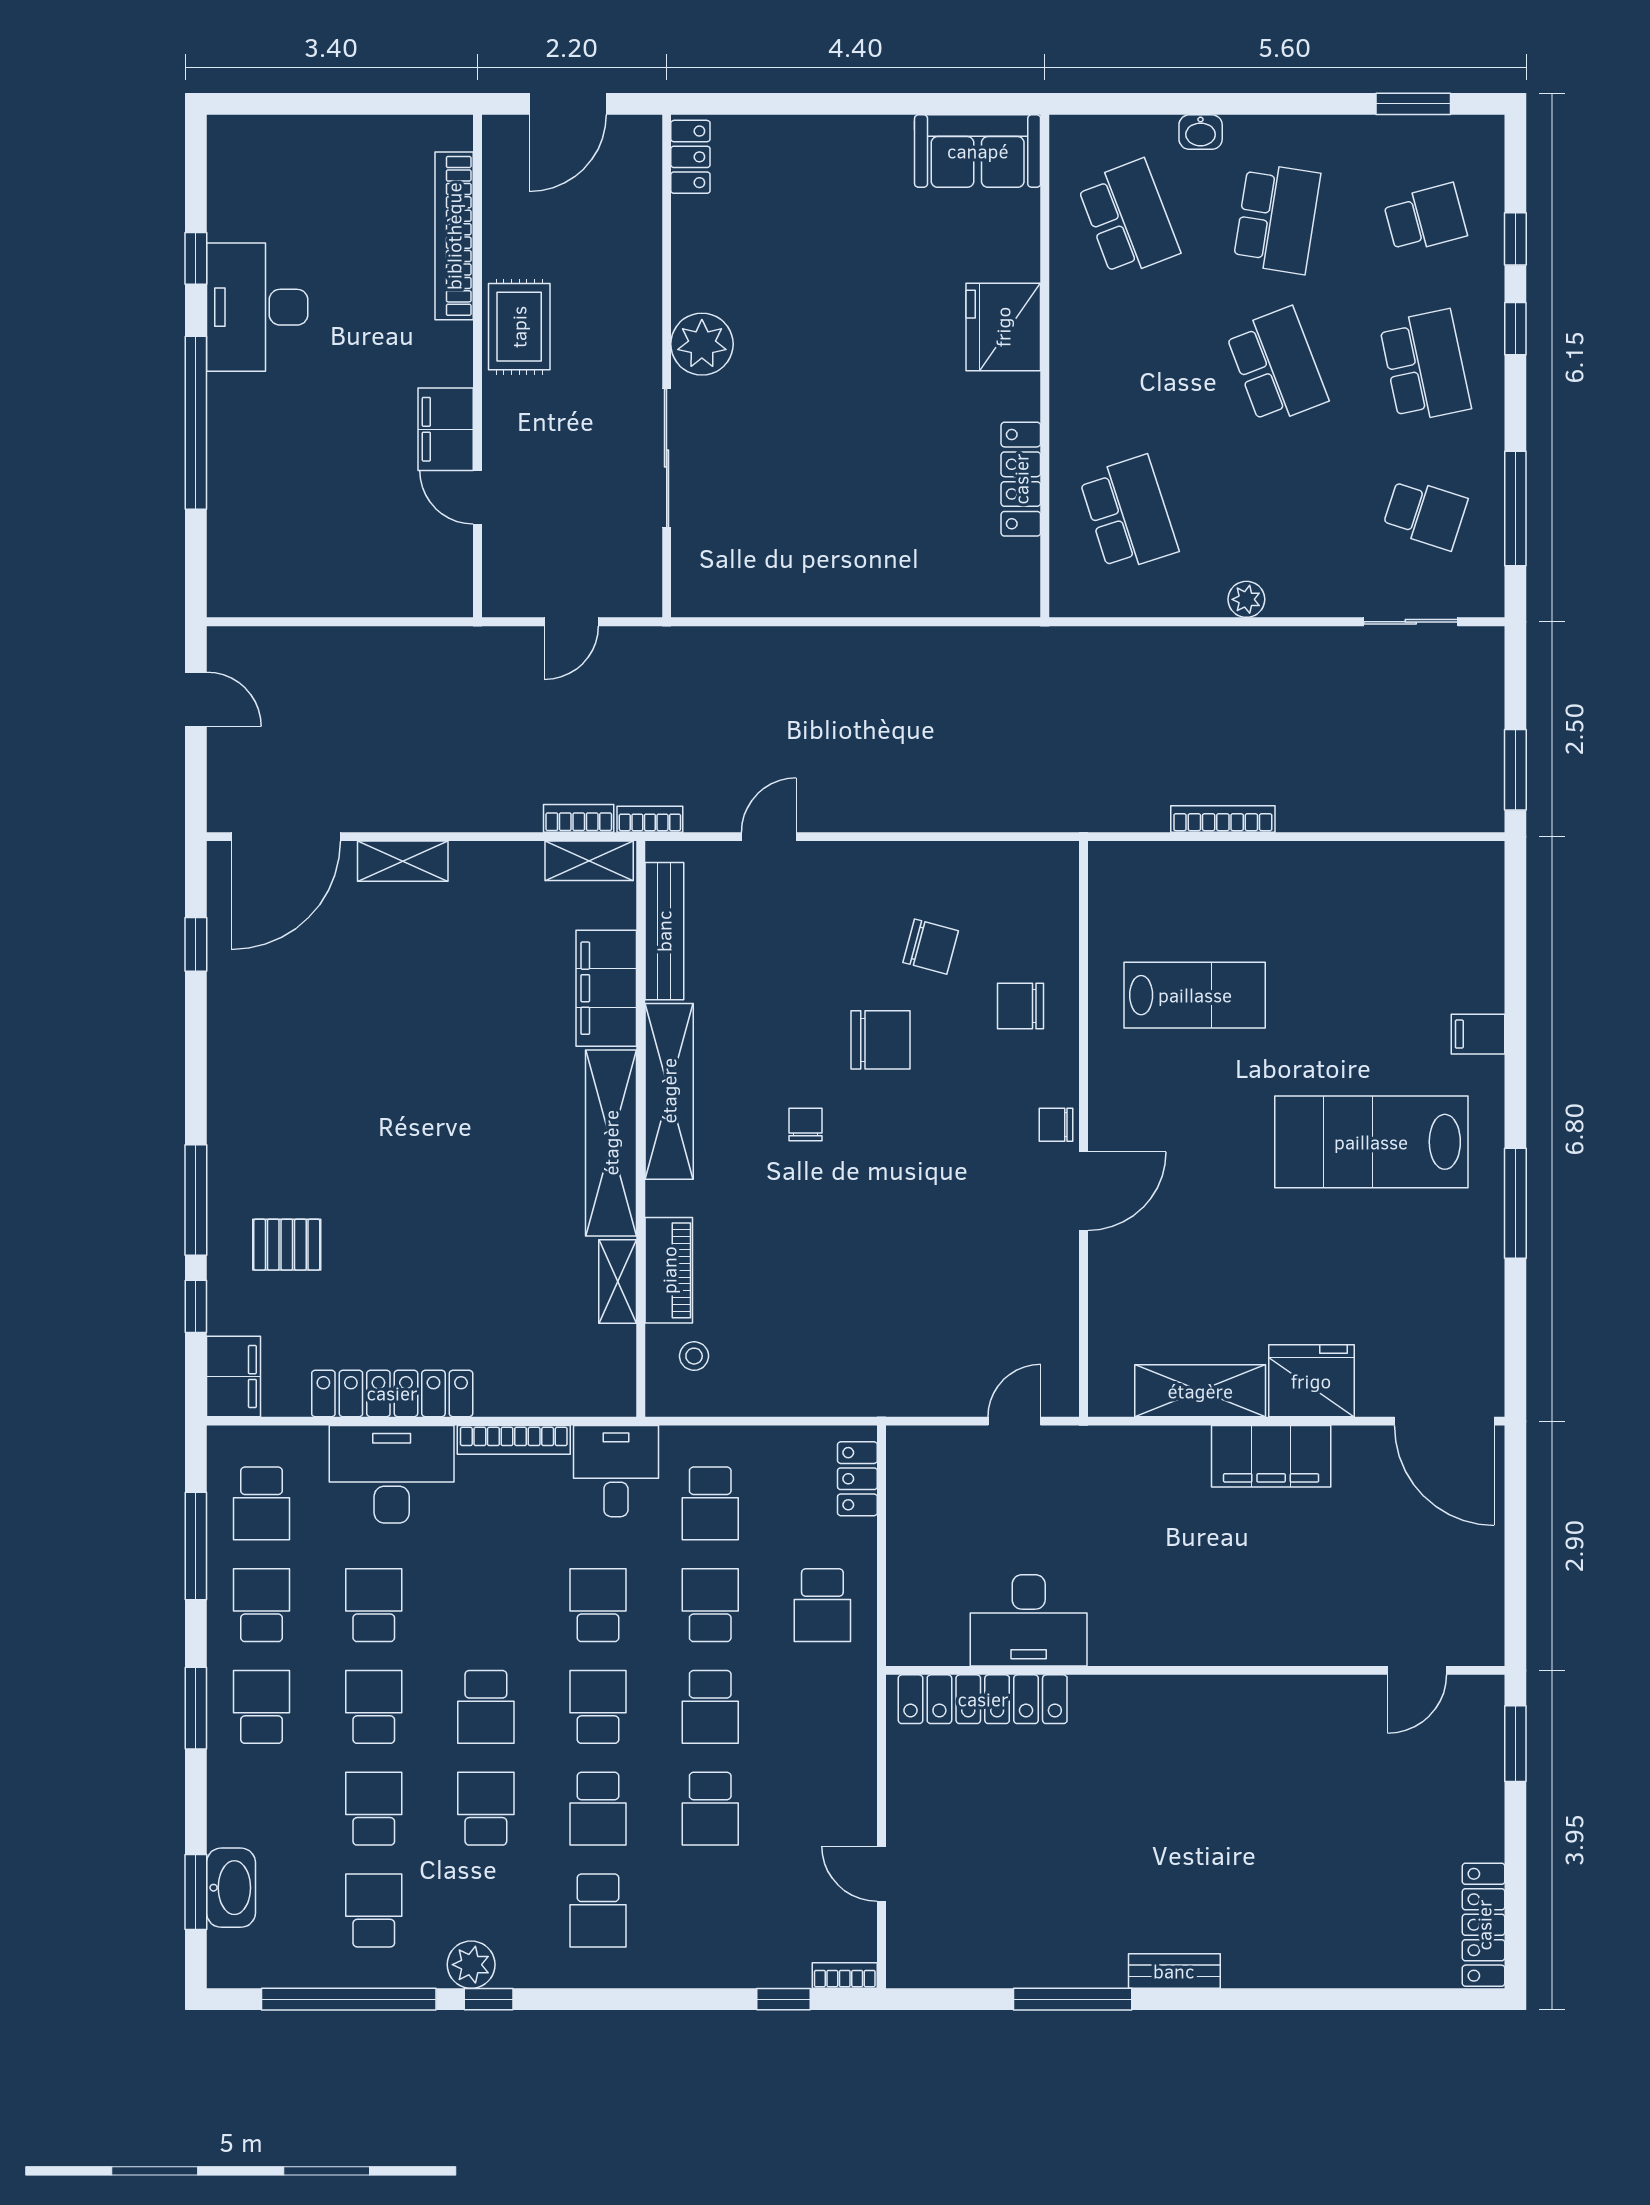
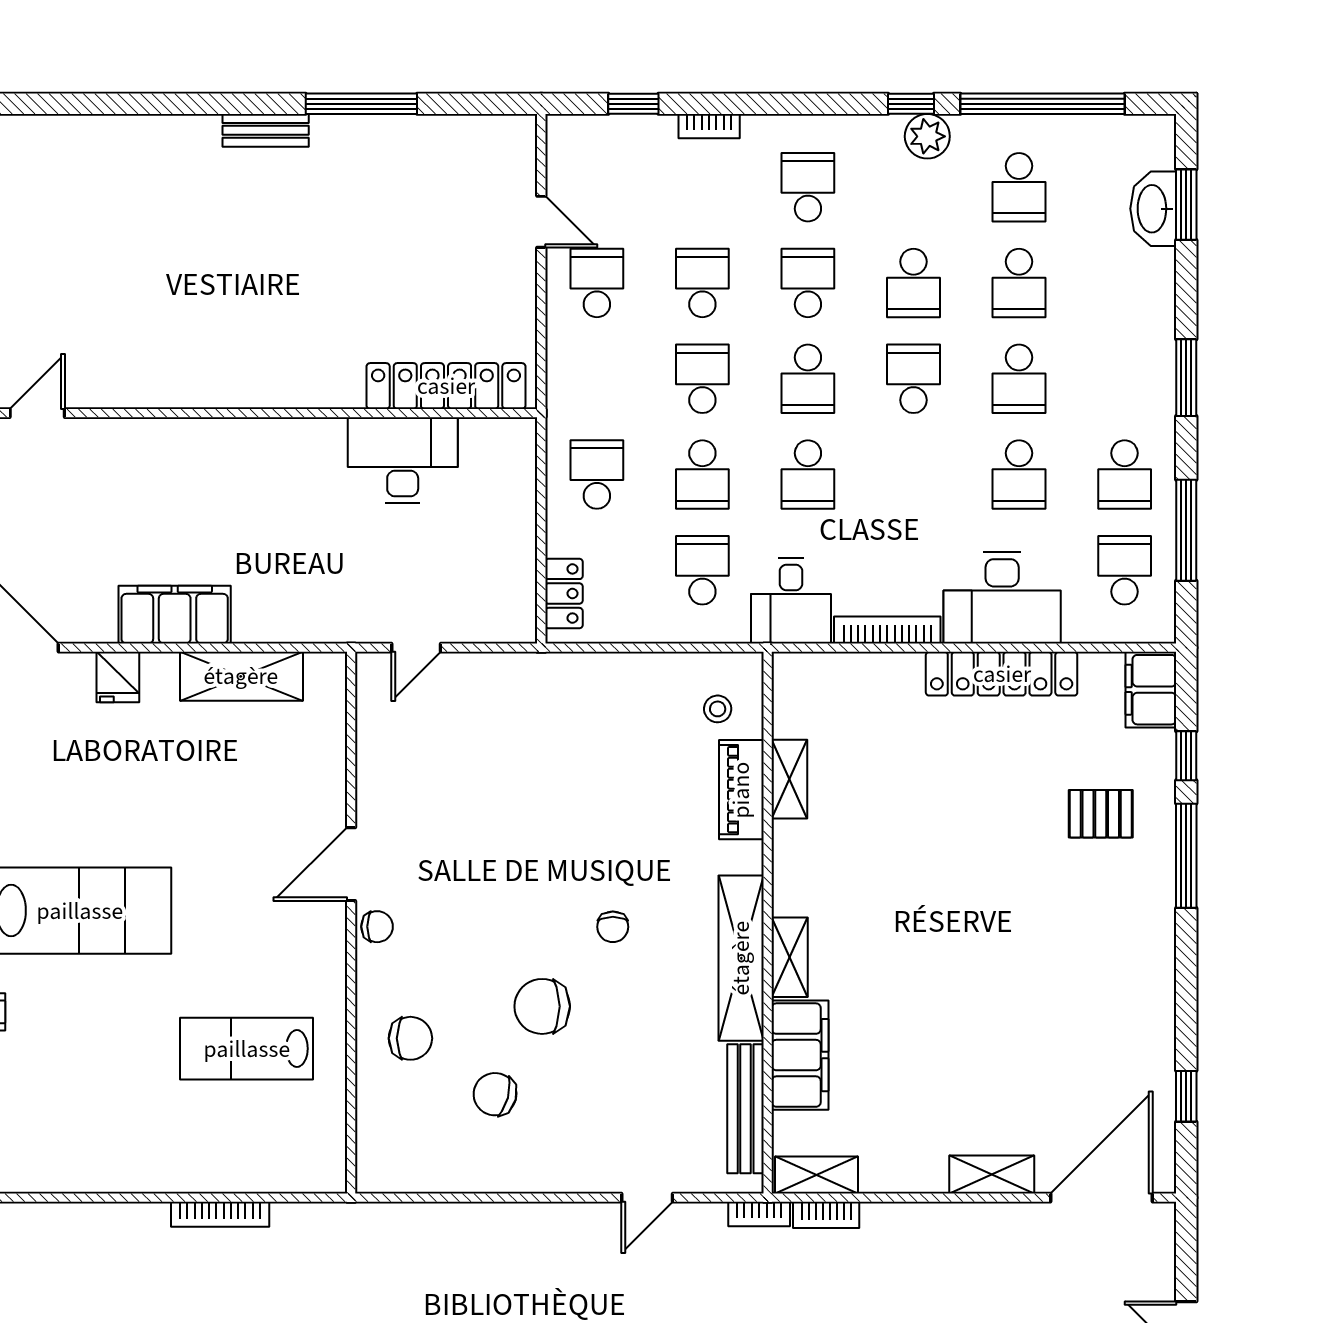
shelving: (611, 1143) -> (790, 957), width x0.45, depth x0.75
fridge: (1311, 1381) -> (118, 677), width x0.53, depth x0.75
school desk: (262, 1707) -> (597, 283), moved, turned 180
bookcase: (845, 1975) -> (709, 126), moved

